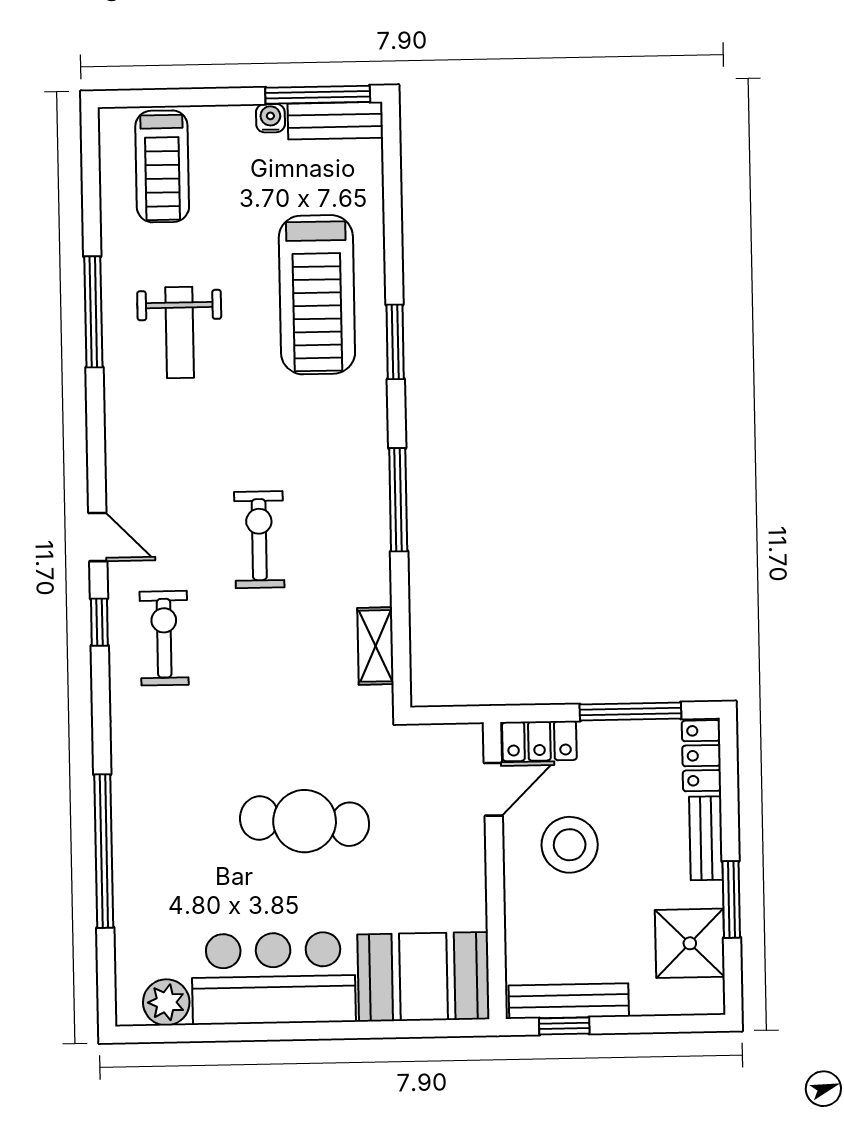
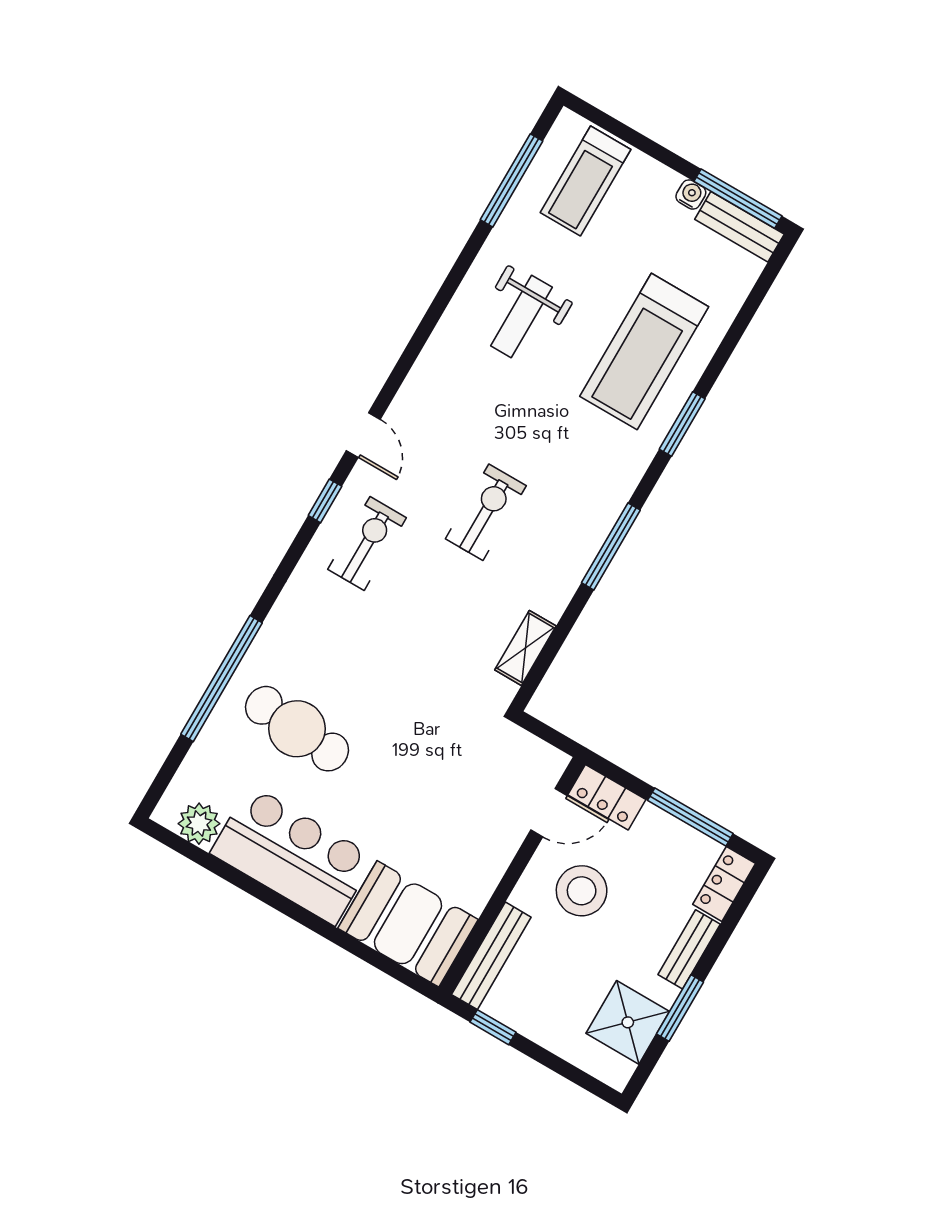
window: (93, 312) -> (511, 180), moved
cafe table: (305, 821) -> (297, 729), moved
bench: (569, 1001) -> (491, 956), moved, turned 90

